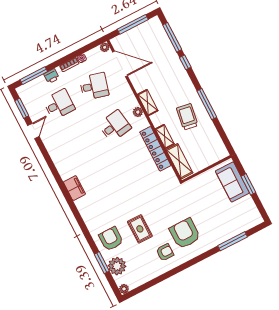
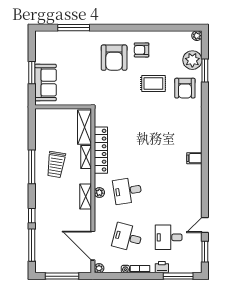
filing cabinet: (74, 188) -> (194, 158), width x0.50
rug: (140, 229) -> (153, 84), turned 90

